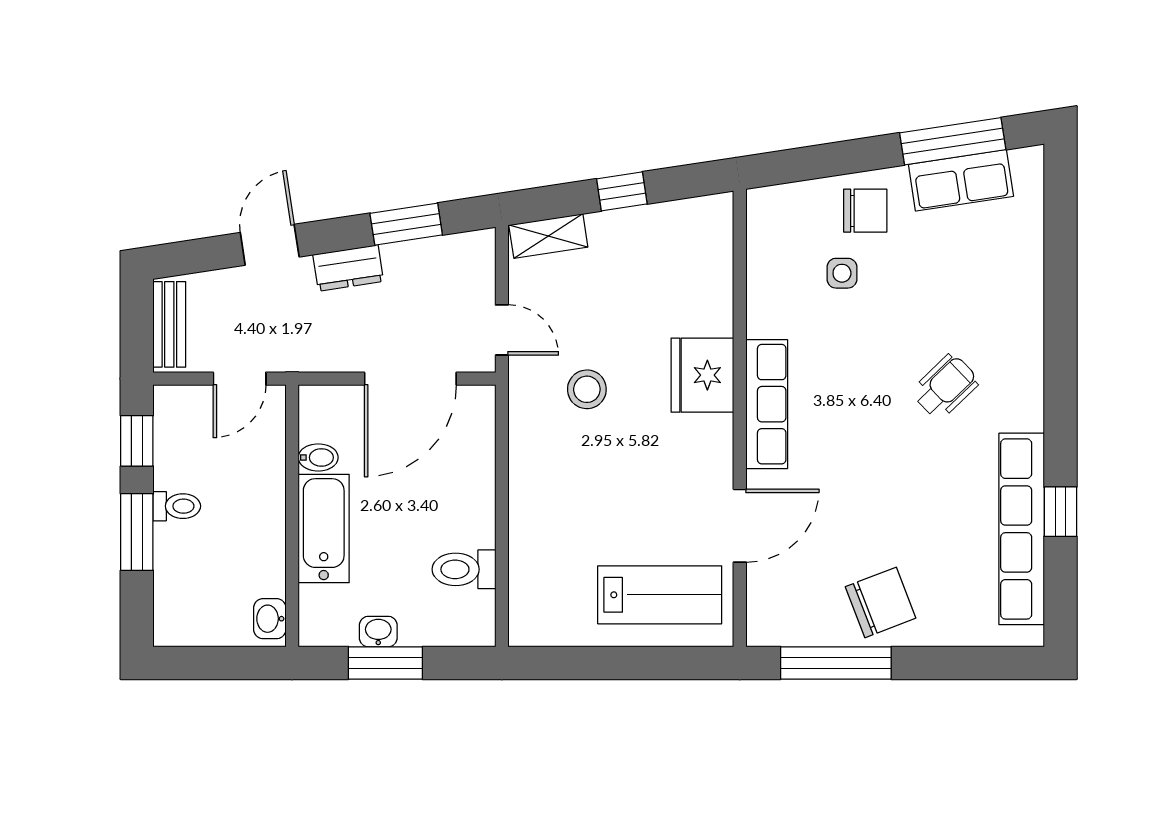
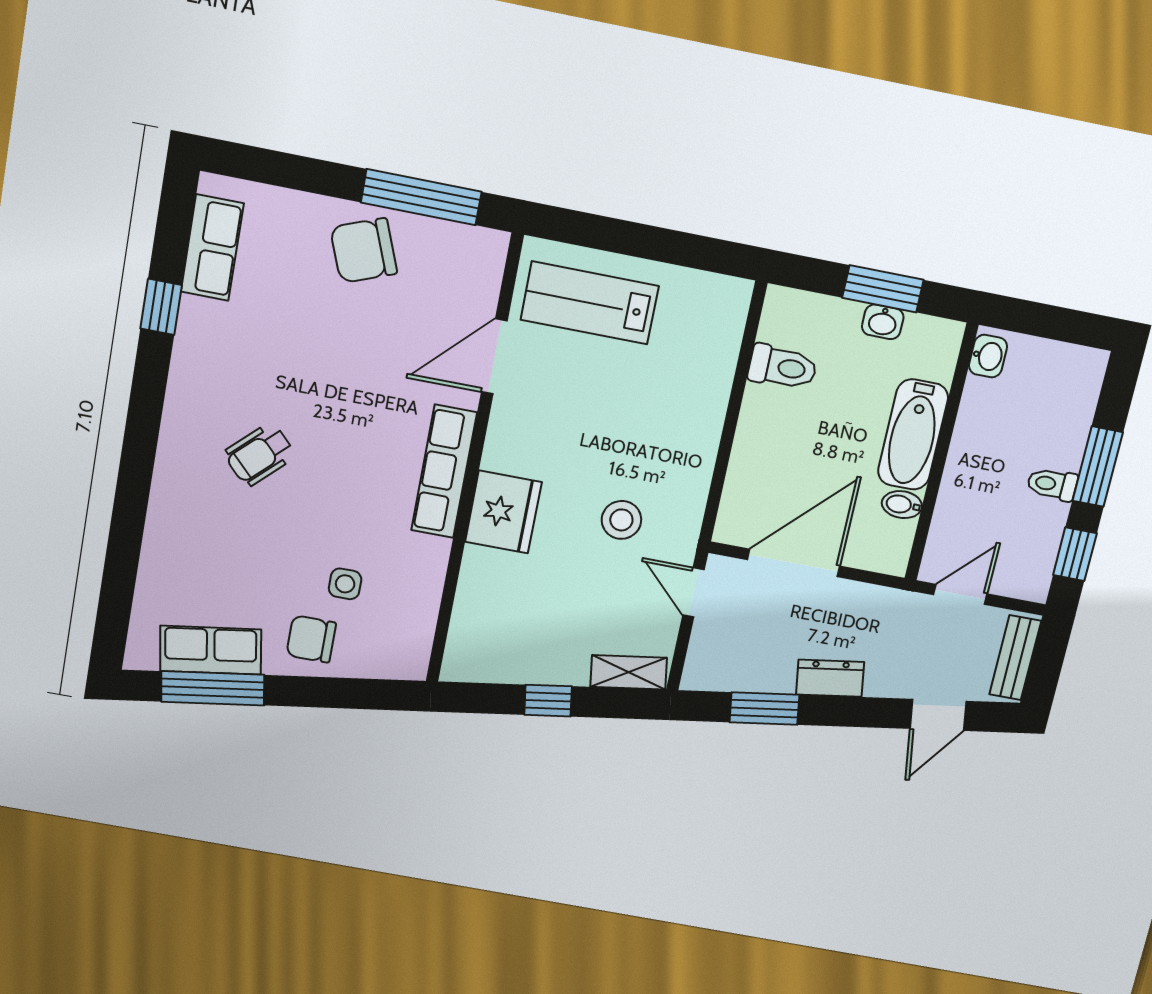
door: (270, 245) -> (938, 715), moved
row of seats: (1022, 529) -> (212, 248), width x0.50

